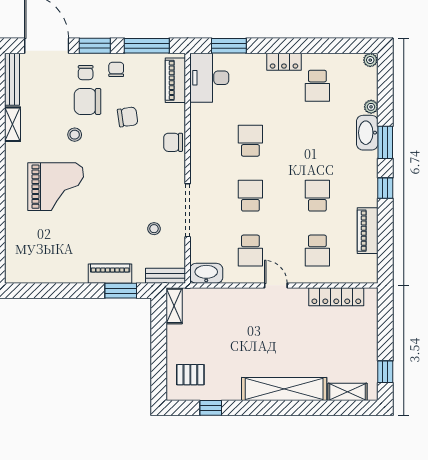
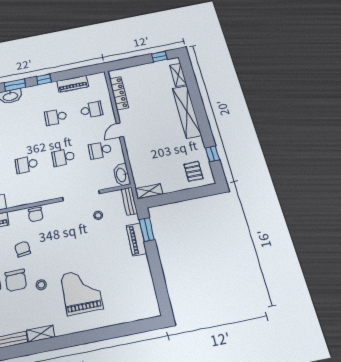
school desk: (250, 251) -> (100, 150), turned 180

